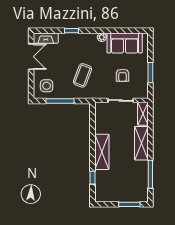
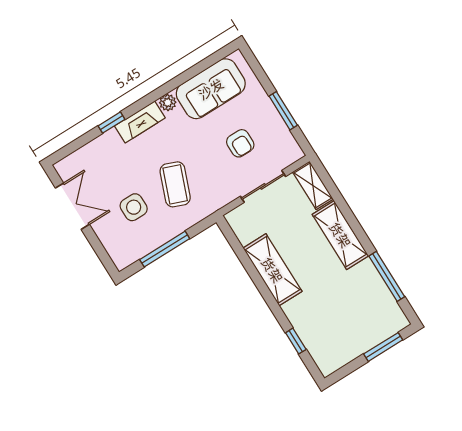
fireplace: (46, 38) -> (140, 122), moved
side table: (47, 86) -> (134, 207), moved
shelving: (102, 152) -> (272, 270), moved

